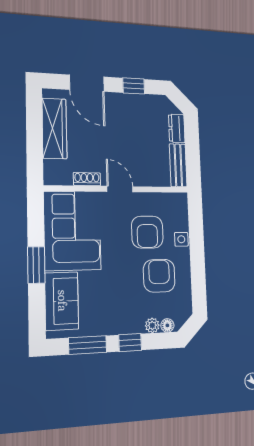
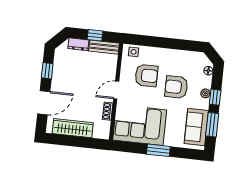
window: (192, 151) -> (95, 35), added
side table: (181, 239) -> (134, 52), moved
armchair: (159, 276) -> (176, 87), moved
sofa: (62, 301) -> (196, 127), moved, turned -90
plant: (152, 325) -> (205, 93), moved

